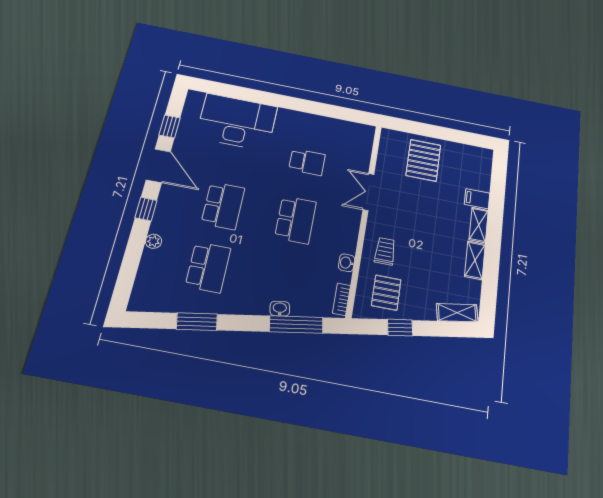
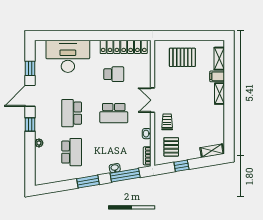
locker: (331, 127) -> (124, 47), added
pallet: (423, 160) -> (182, 57), turned 90
door: (158, 166) -> (30, 96), swing flipped
double door: (368, 192) -> (153, 100), moved
school desk: (223, 206) -> (72, 113), turned 180
school desk: (296, 220) -> (114, 113), turned 90
shelving: (475, 260) -> (219, 59), moved
window: (197, 322) -> (88, 182), moved

